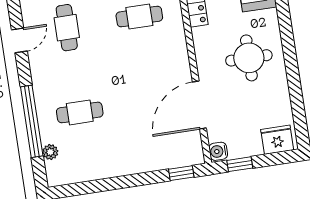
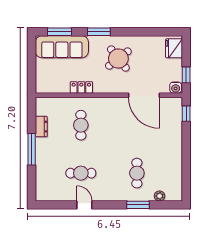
window: (285, 22) -> (99, 32), added
round table: (249, 58) -> (118, 59), turned -38
window: (32, 121) -> (138, 205), width x0.47

